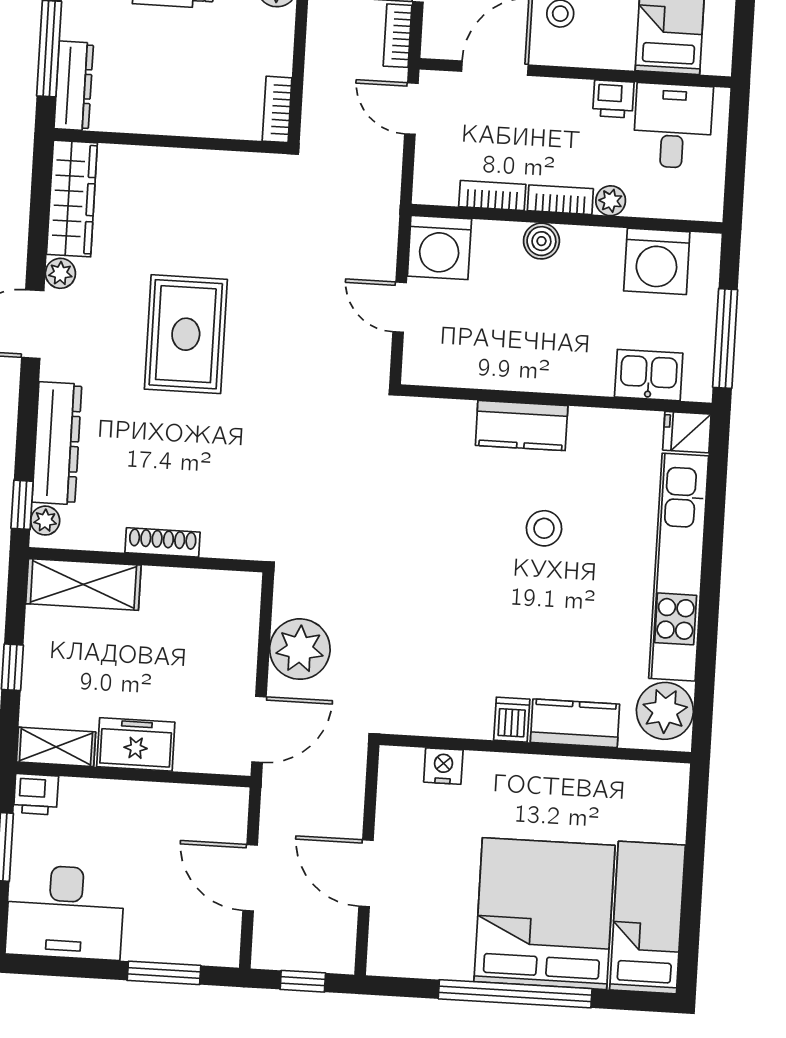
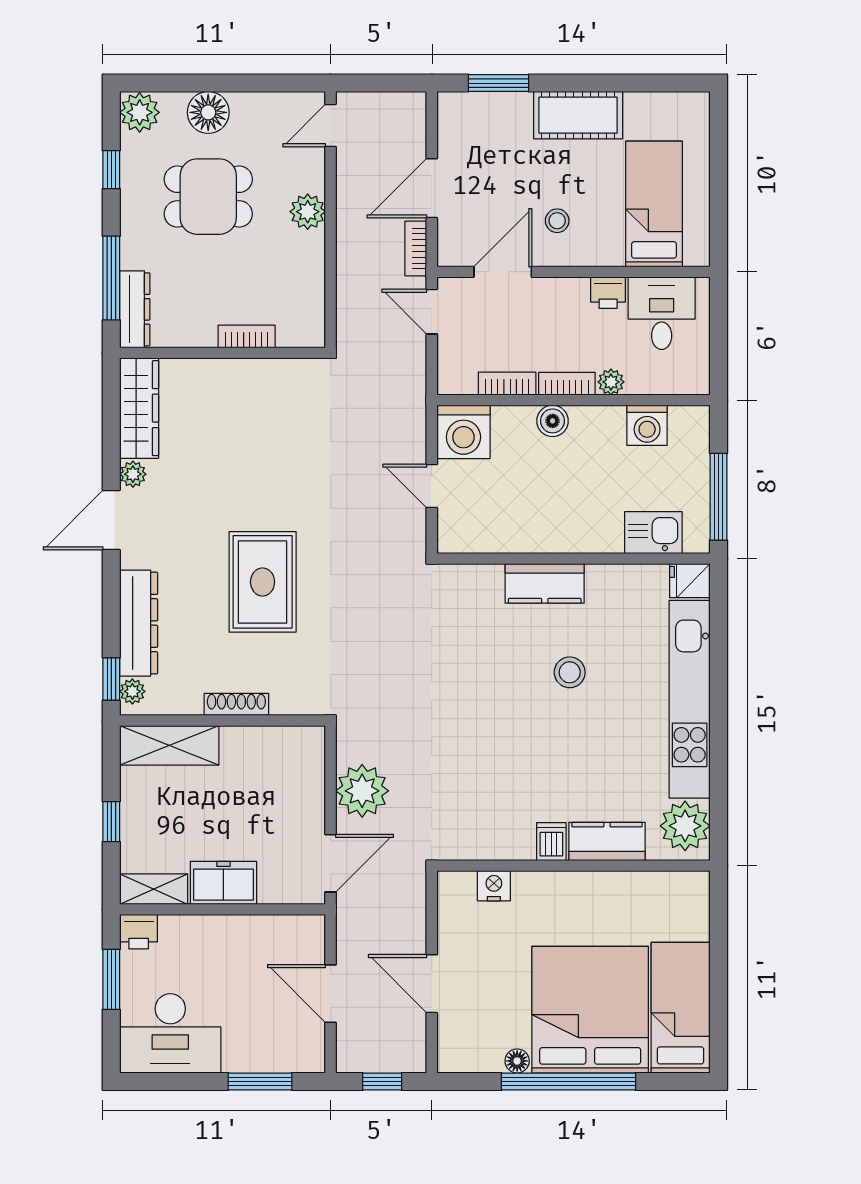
bookcase: (277, 109) -> (247, 336), moved, turned 90
washing machine: (657, 261) -> (647, 425), width x0.73, depth x0.73
rug: (186, 334) -> (263, 582), moved
floor lamp: (458, 967) -> (517, 1061), added

